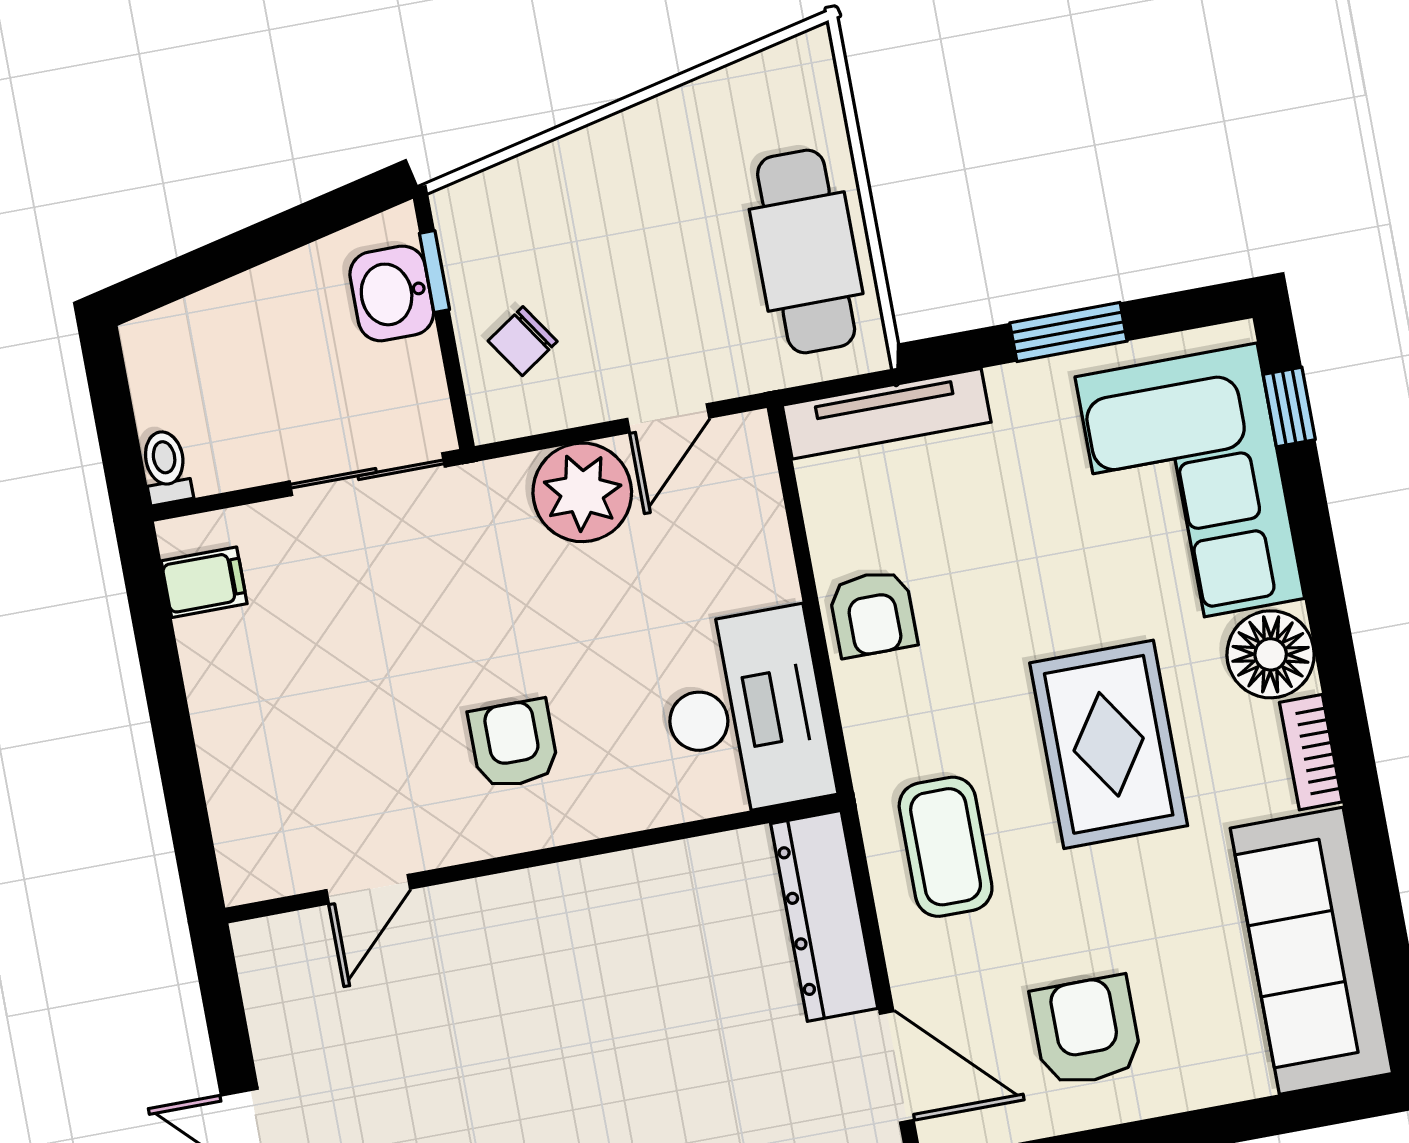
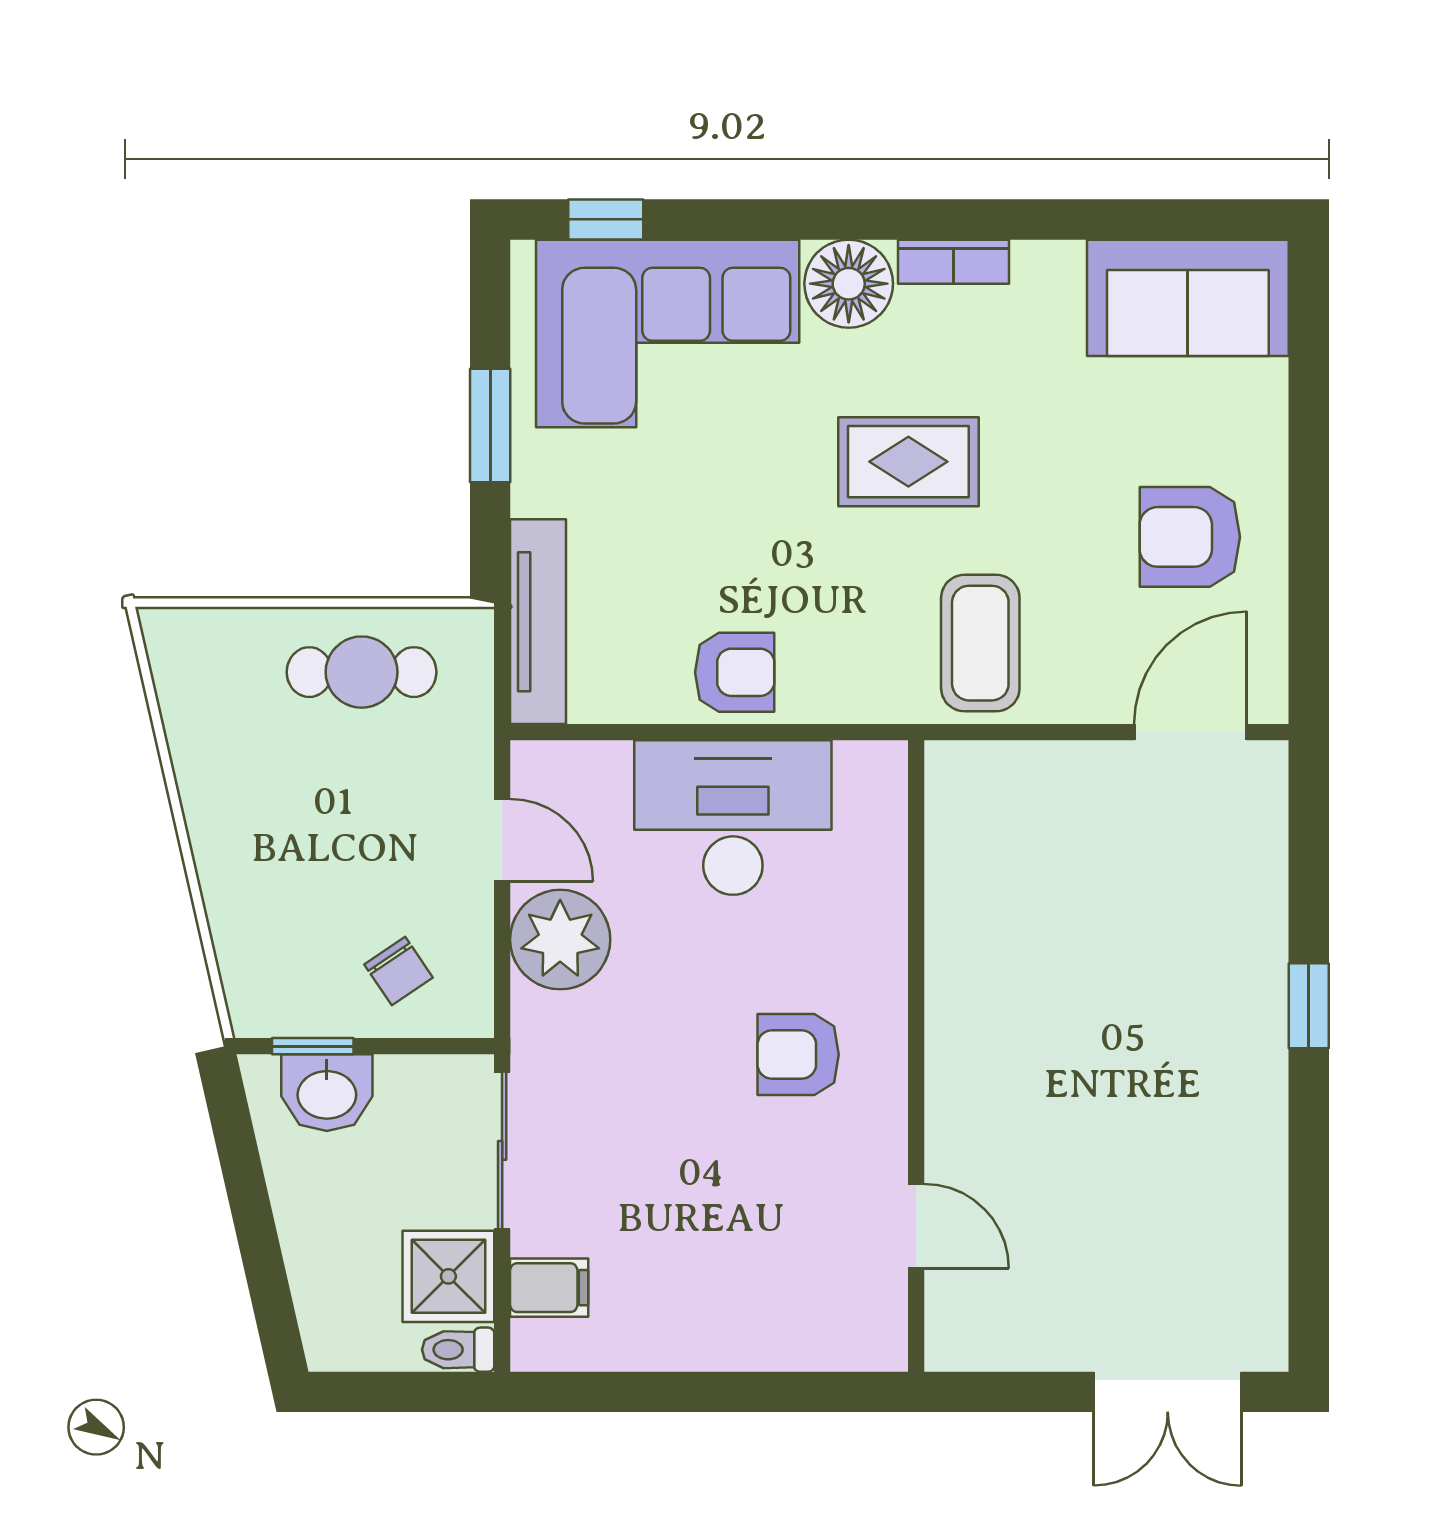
cafe table: (806, 251) -> (362, 672), width x0.73, depth x0.74
shower: (235, 444) -> (448, 1276), added
filing cabinet: (204, 582) -> (549, 1288), moved, turned 90
desk: (745, 713) -> (733, 818), moved
rug: (1109, 744) -> (908, 462), width x0.73, depth x0.70
coffee table: (946, 847) -> (980, 643), turned 90
dresser: (824, 916) -> (1027, 777), removed
sofa: (1311, 951) -> (1188, 298), width x0.73

